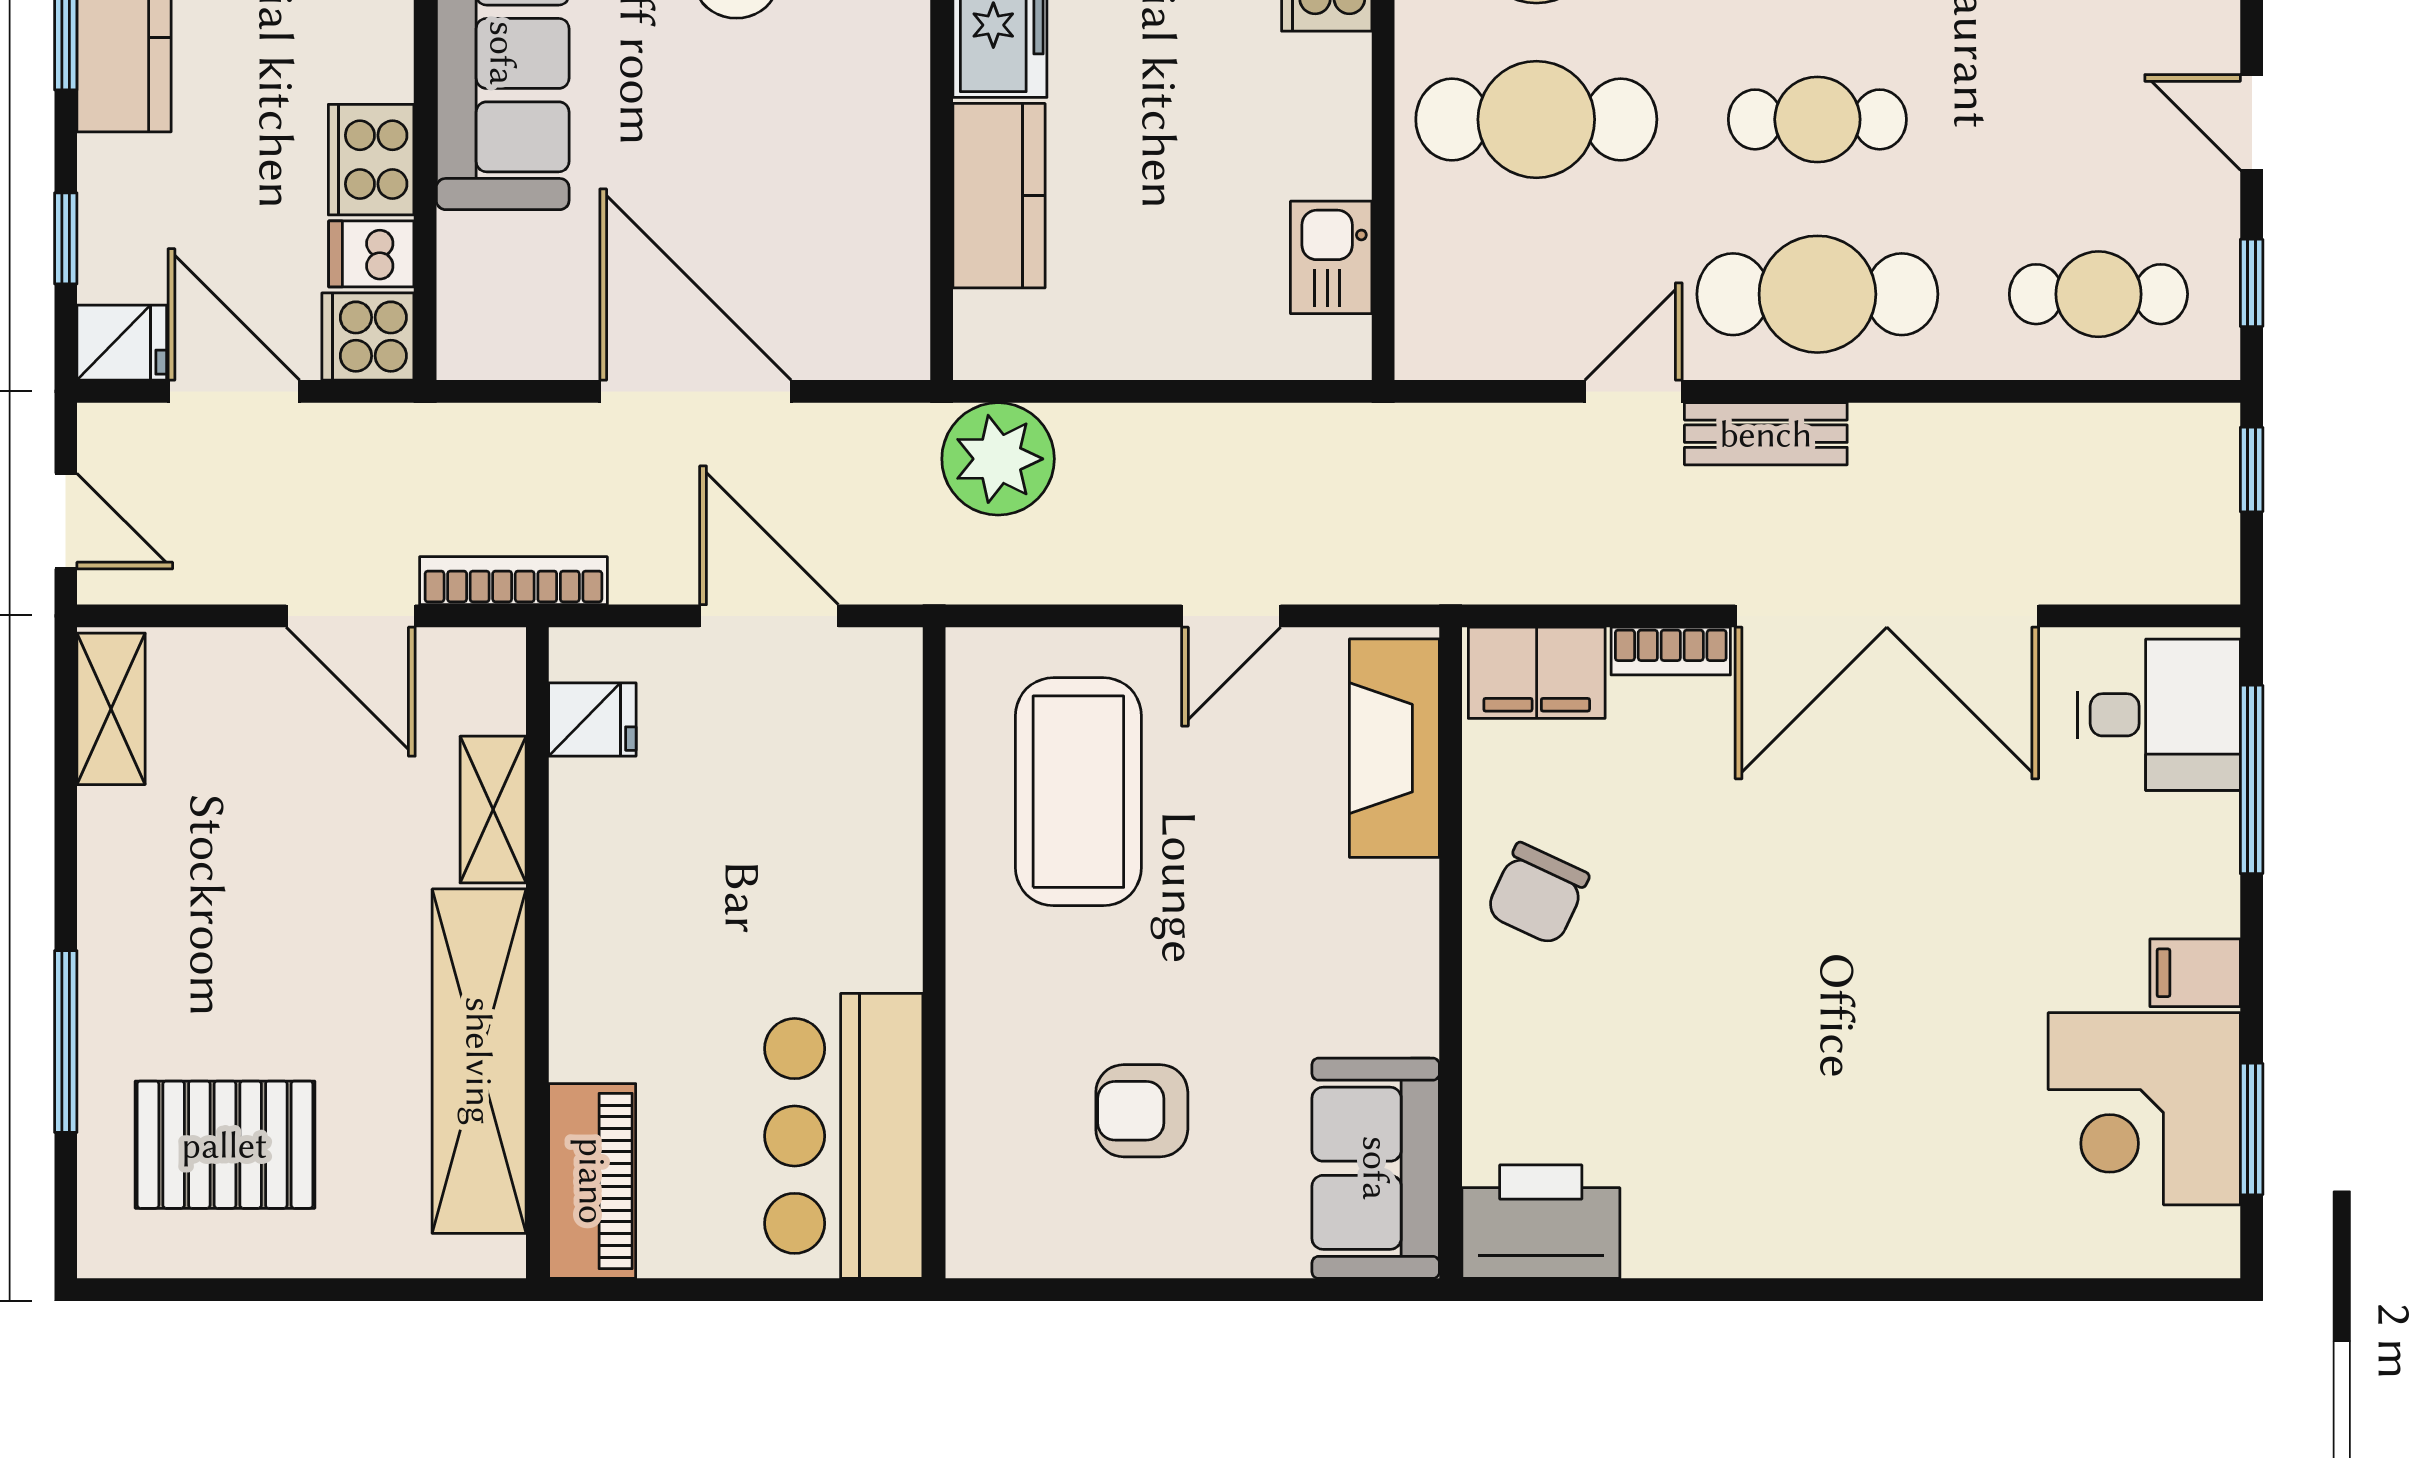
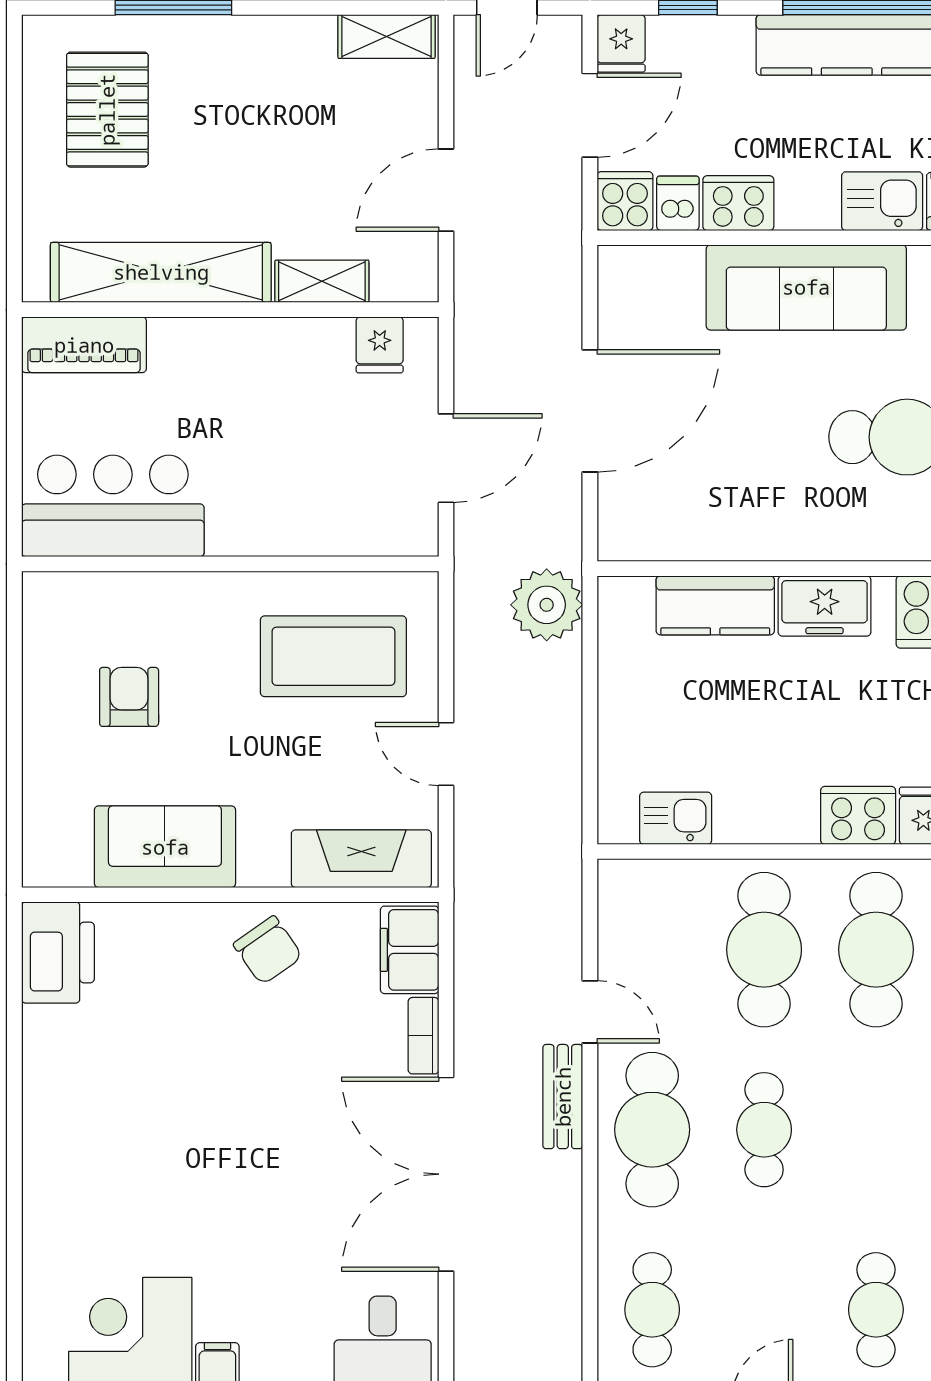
bookcase: (513, 581) -> (469, 294), removed
chair: (1537, 894) -> (268, 950), turned -150
sofa: (1376, 1168) -> (165, 847), moved

